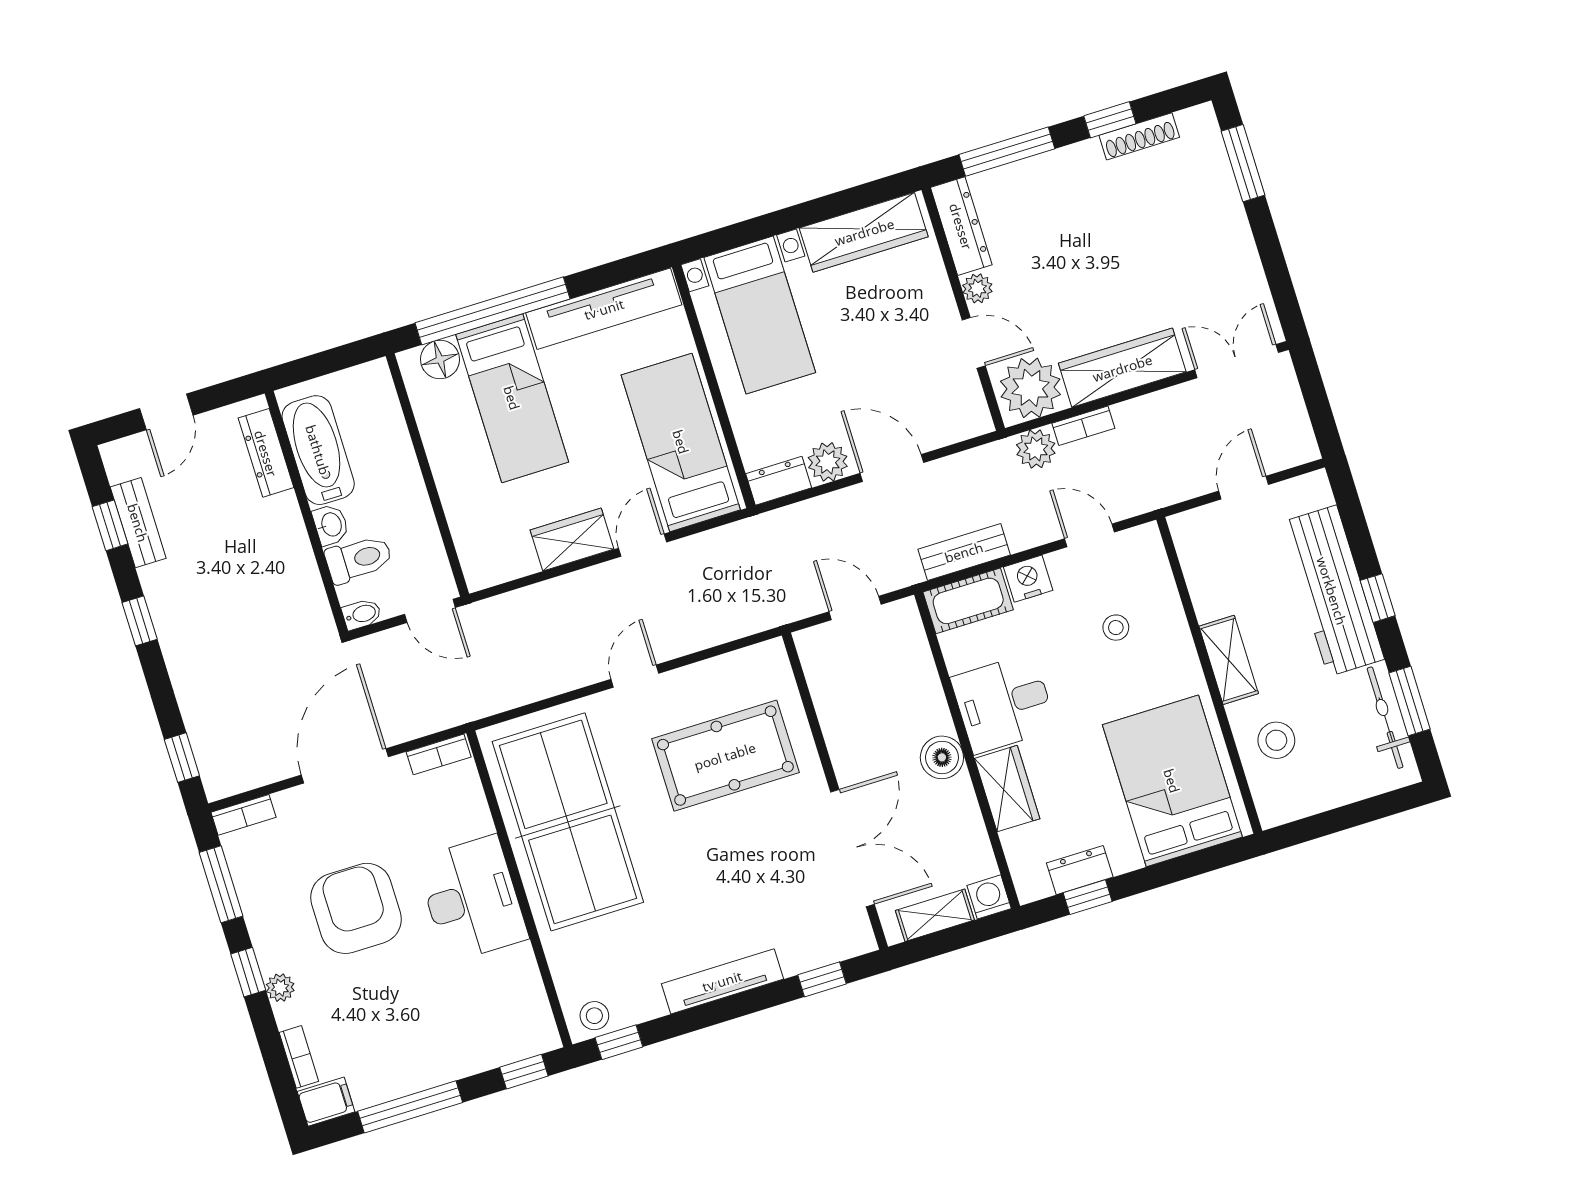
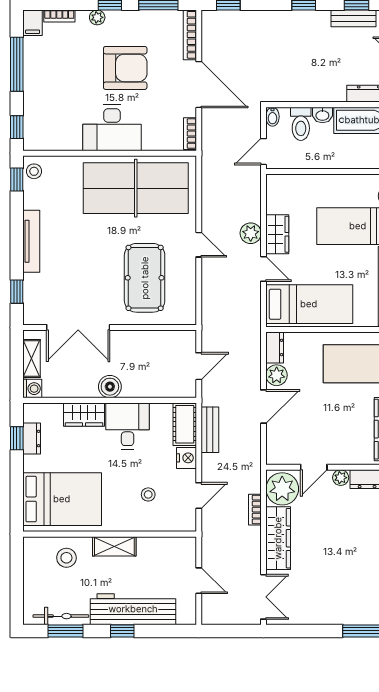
plant: (1036, 449) -> (251, 233), moved
bookcase: (243, 815) -> (190, 35), width x1.56

